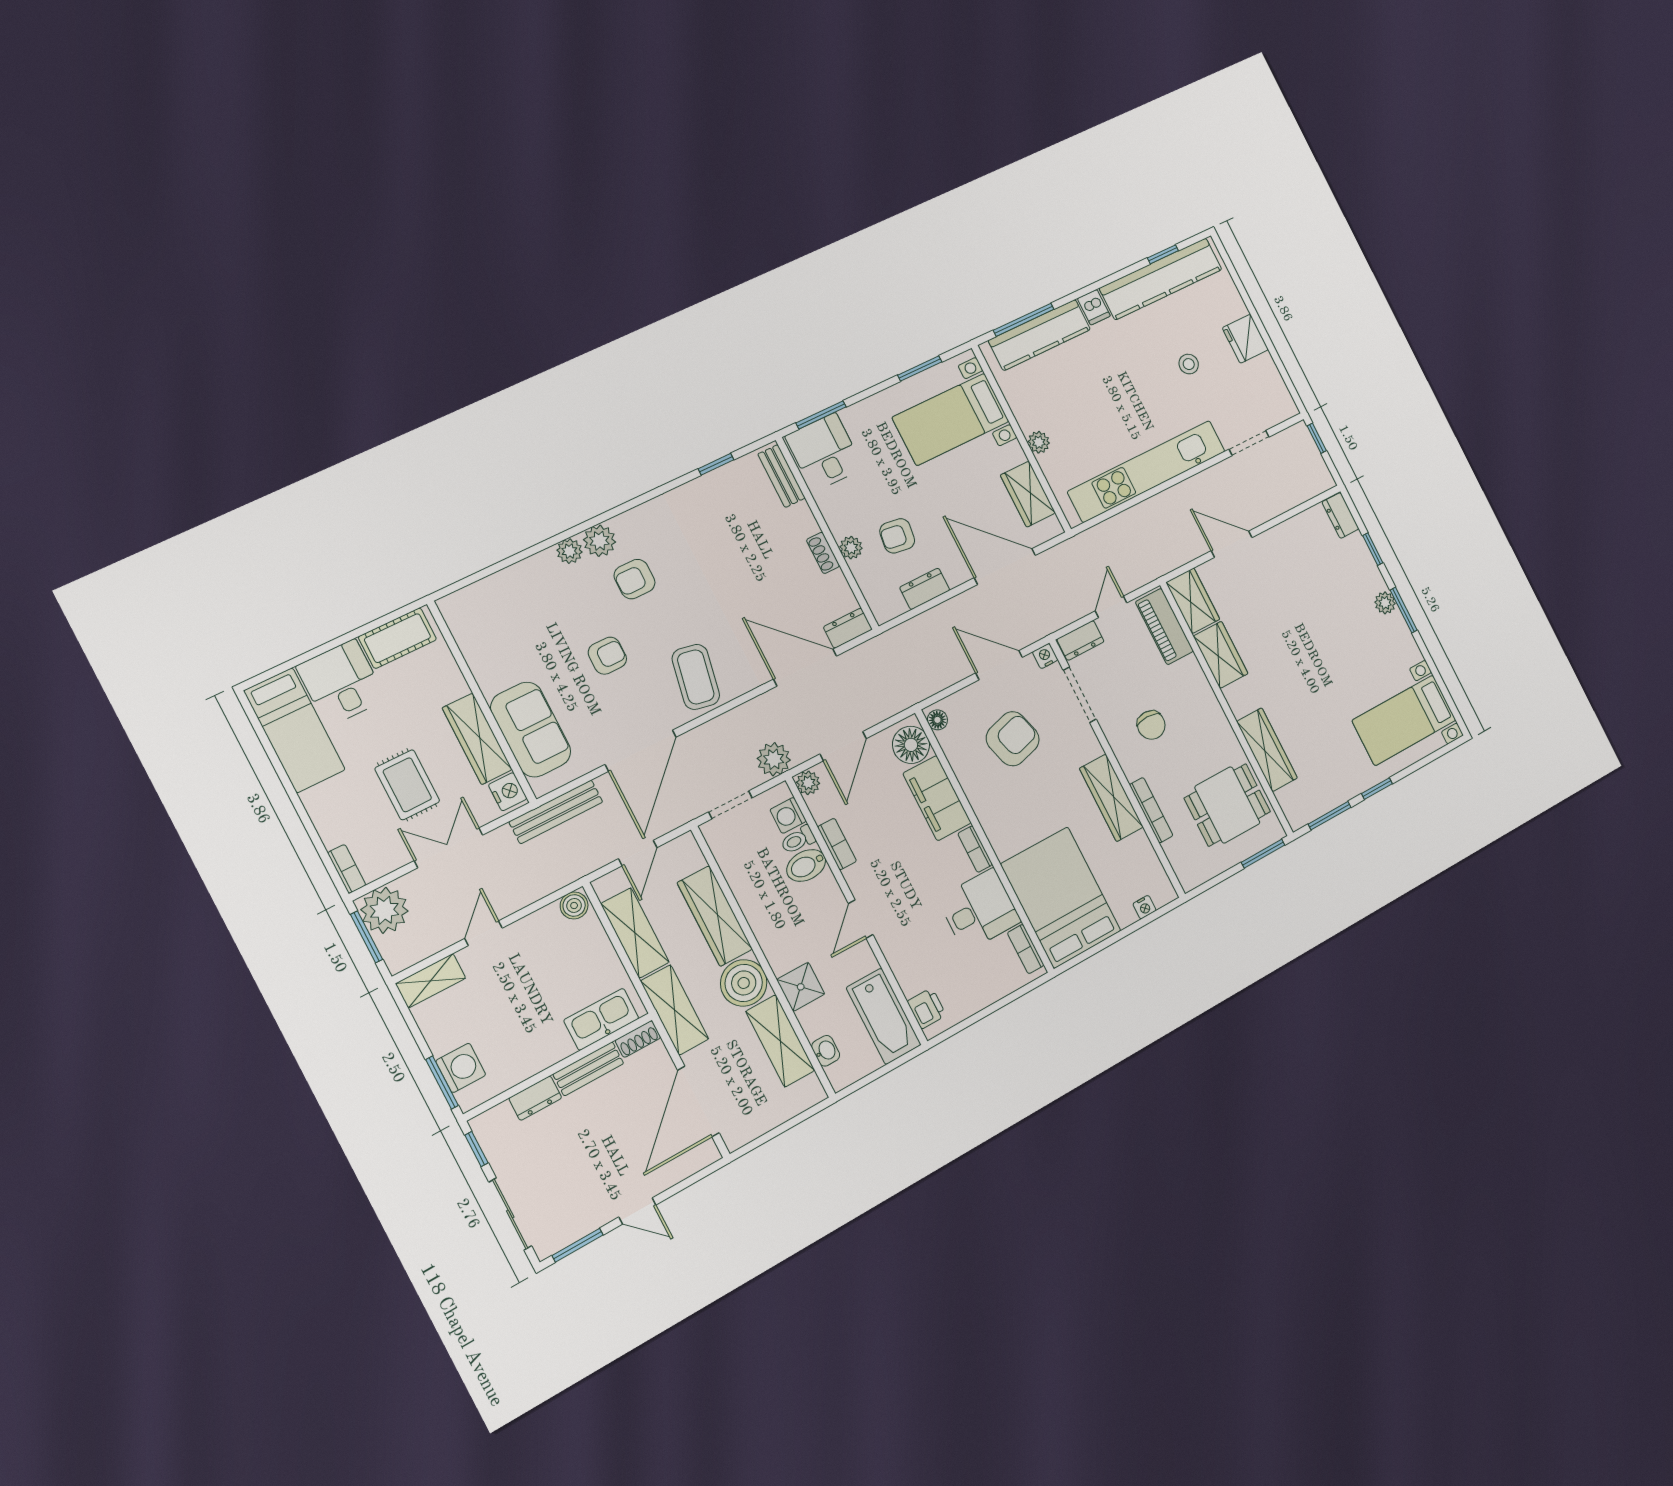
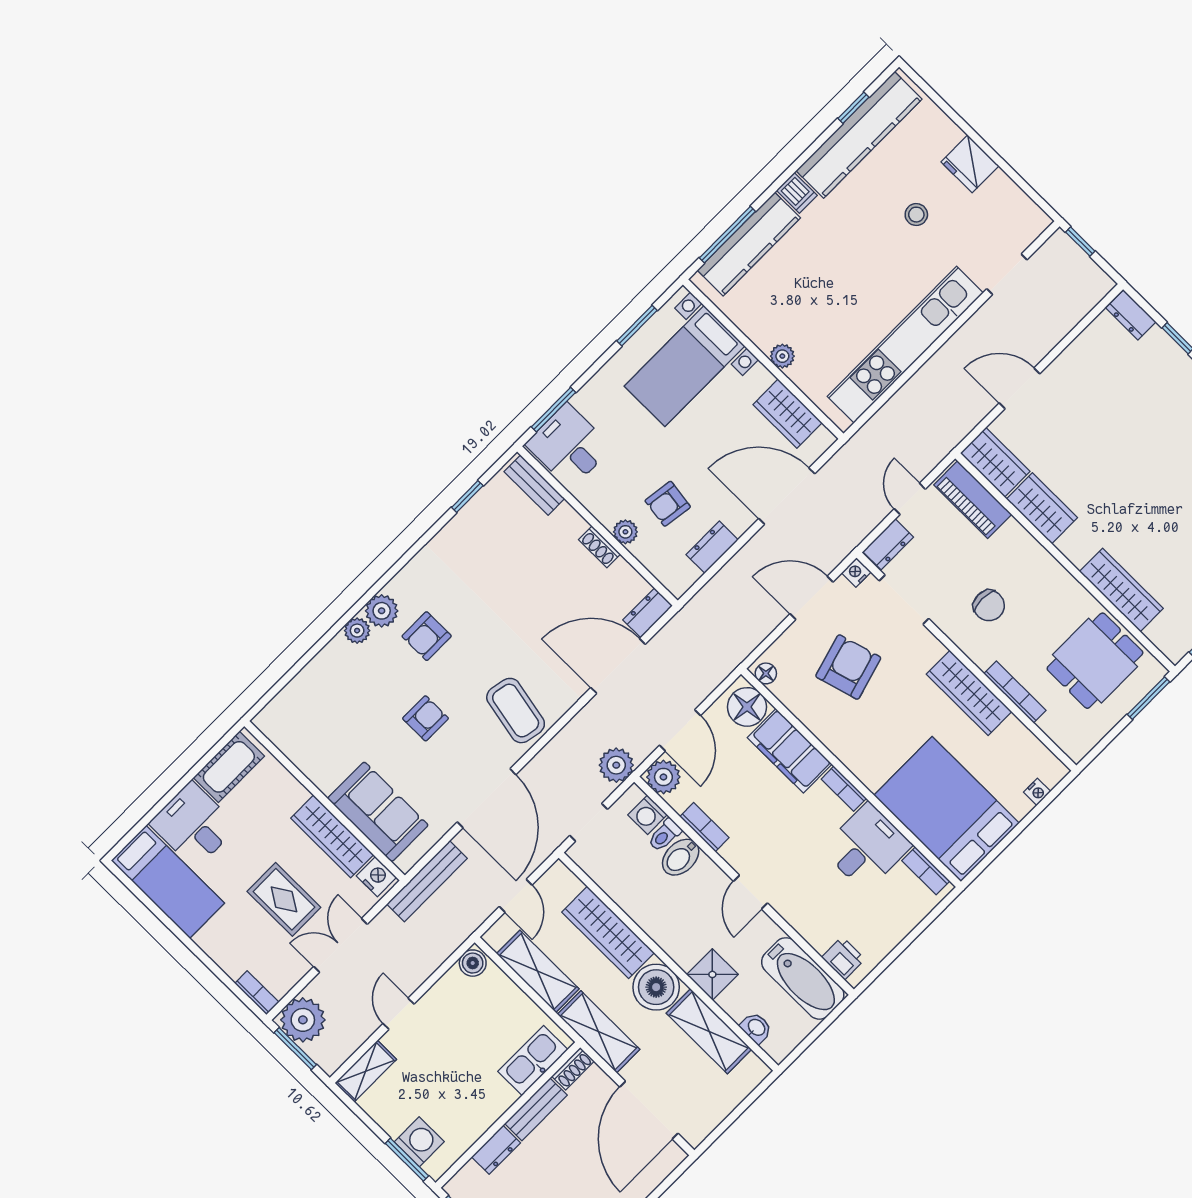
plant: (808, 783) -> (663, 777), width x1.38, depth x1.38

